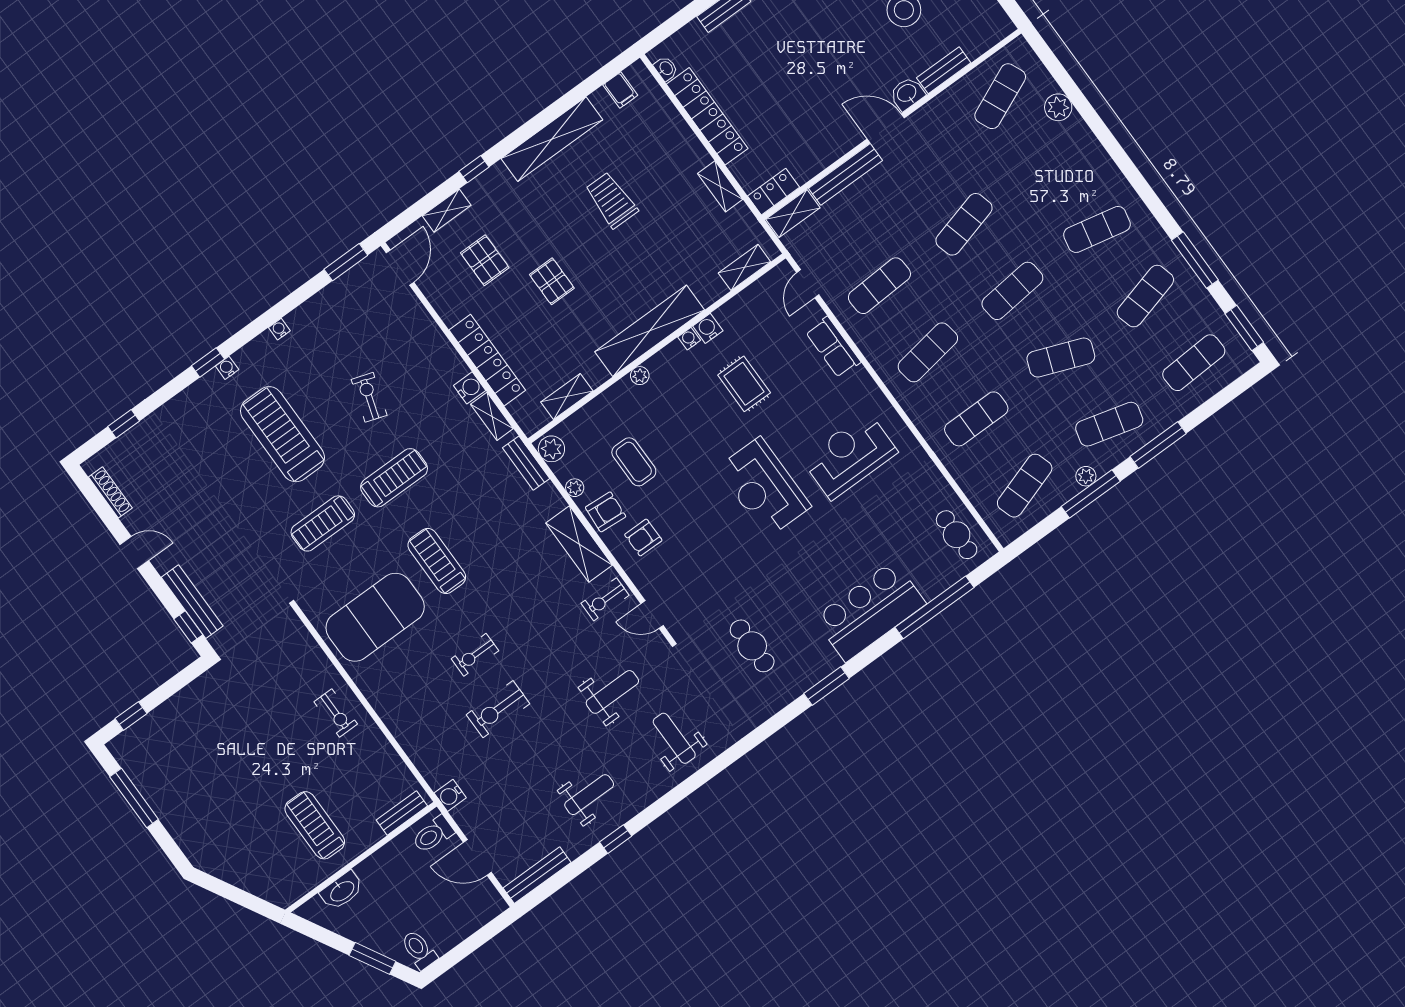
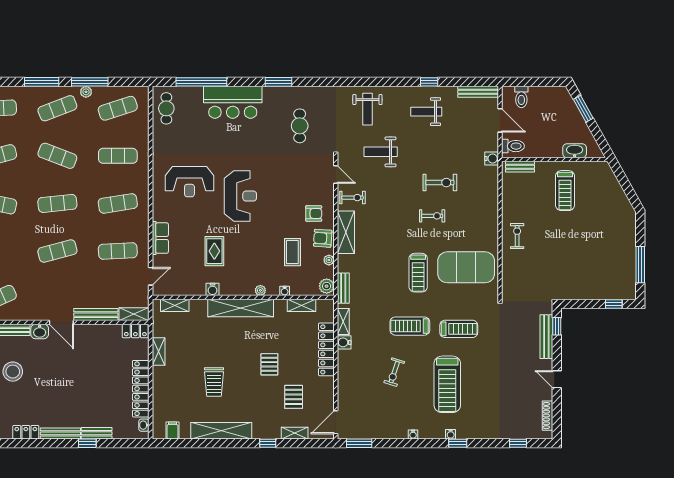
water cooler: (689, 339) -> (285, 291), moved
exercise mat: (1109, 424) -> (57, 108), turned -36
toilet: (419, 950) -> (521, 97), moved

